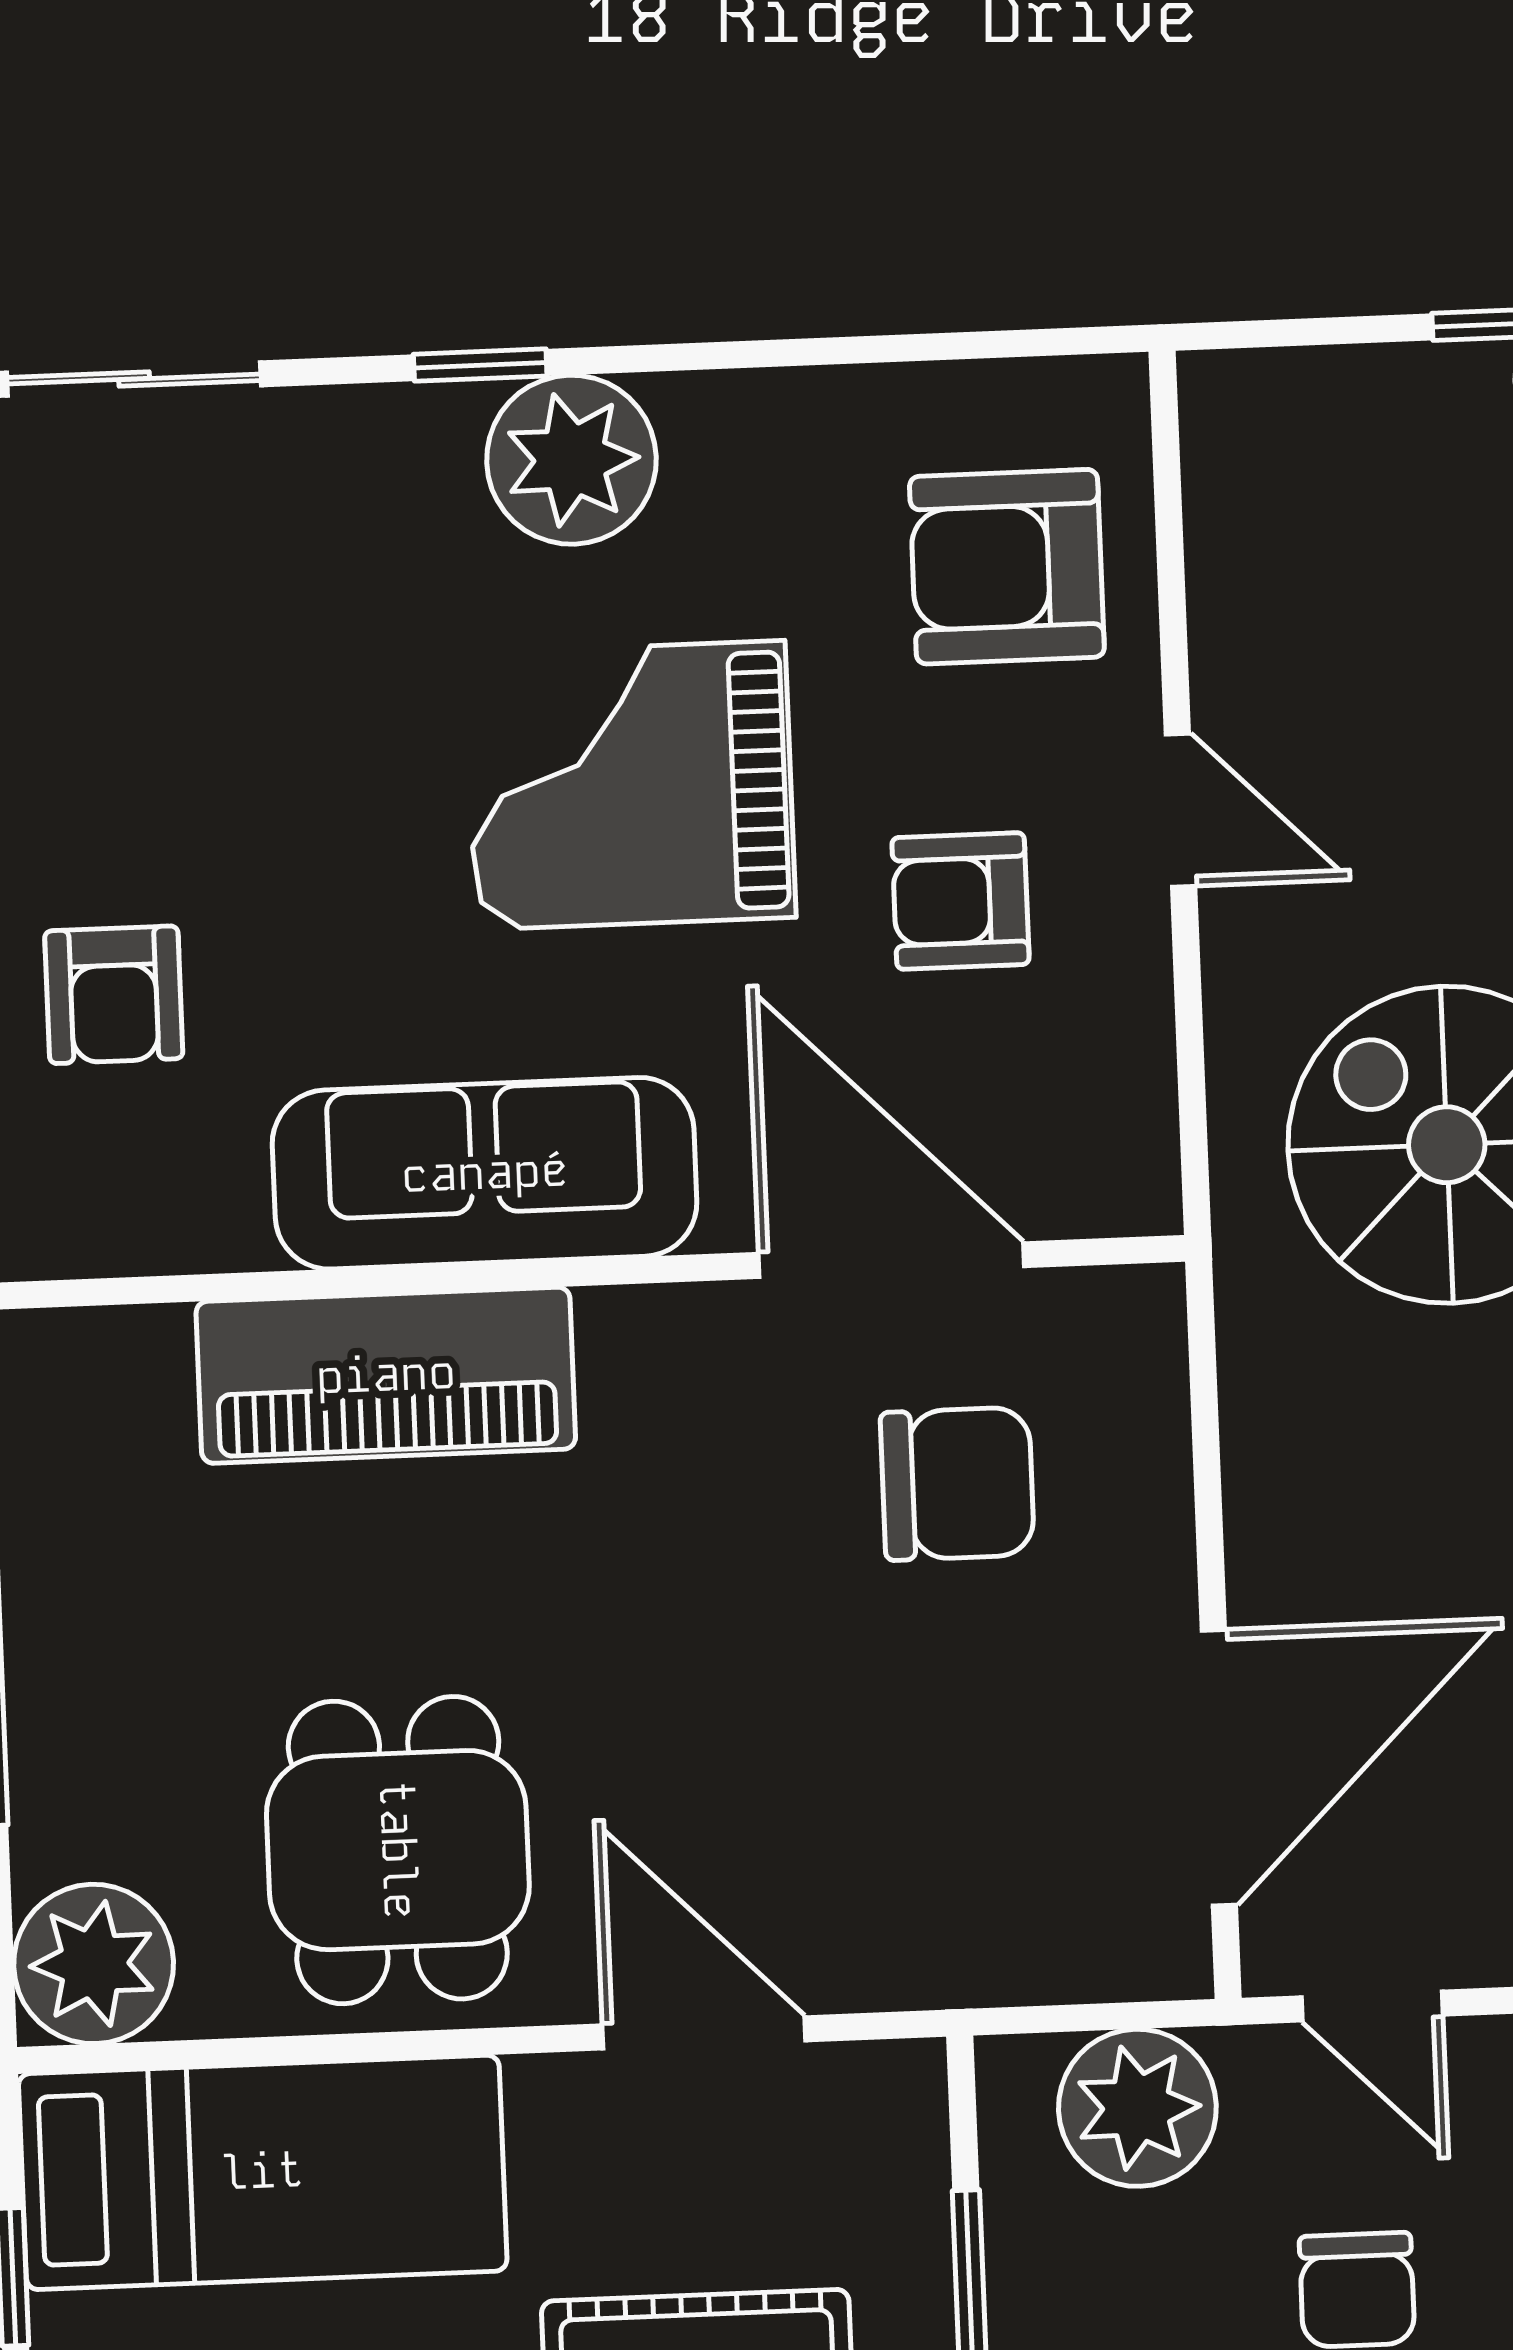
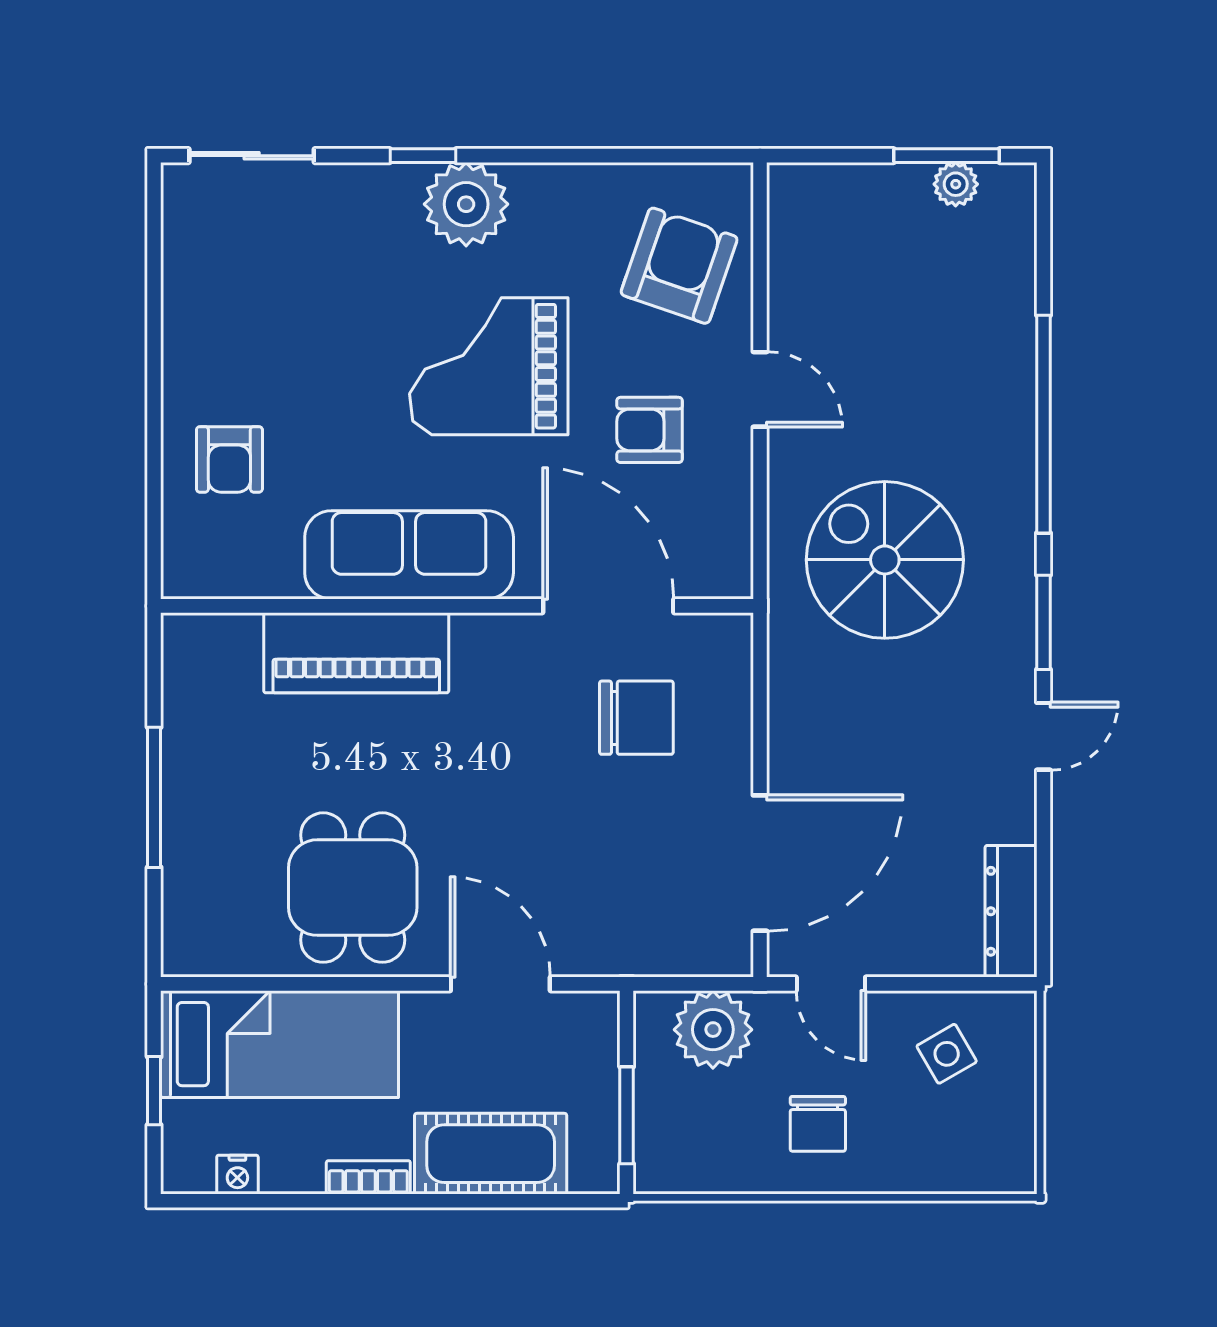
armchair: (1007, 567) -> (679, 266), turned 109
plant: (94, 1964) -> (200, 938), removed

